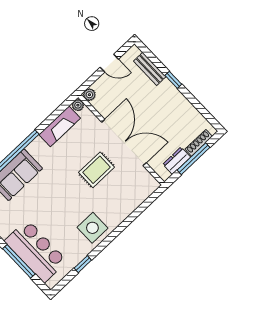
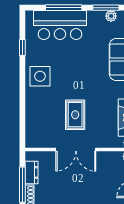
double door: (124, 142) -> (76, 149), width x0.73

